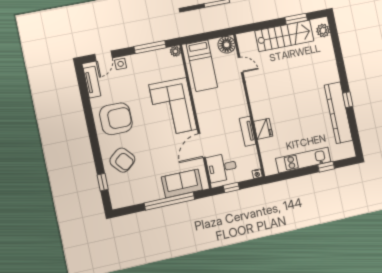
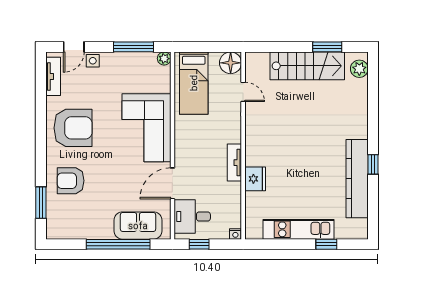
tv unit: (248, 131) -> (234, 163), moved
armchair: (122, 160) -> (71, 181), turned 130
window: (103, 182) -> (41, 203), width x1.50

